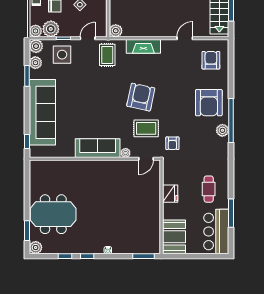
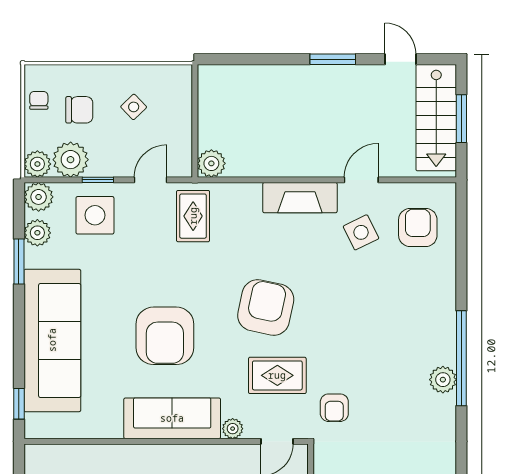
fireplace: (143, 46) -> (300, 198), moved
side table: (185, 62) -> (361, 232), added
armchair: (209, 103) -> (165, 336), moved

